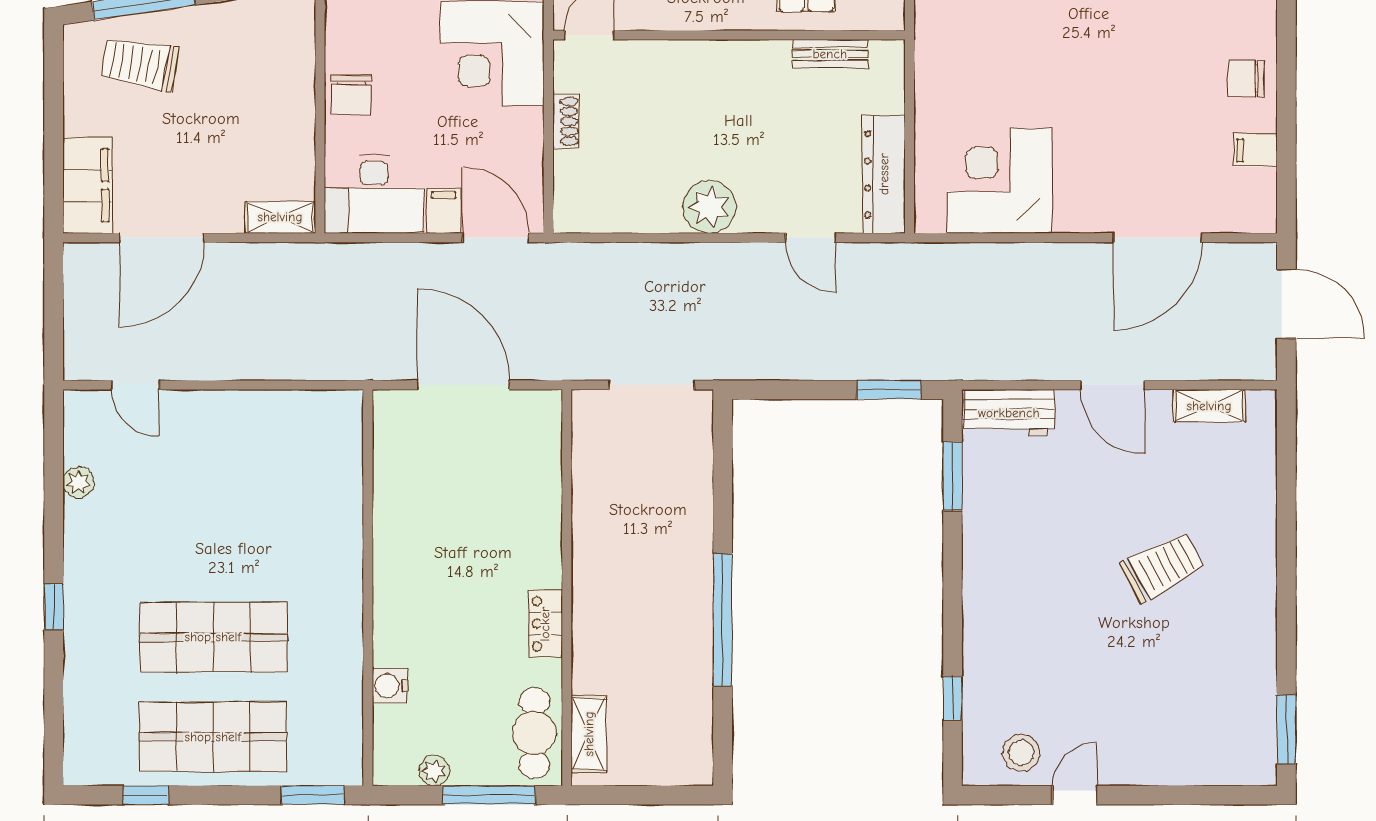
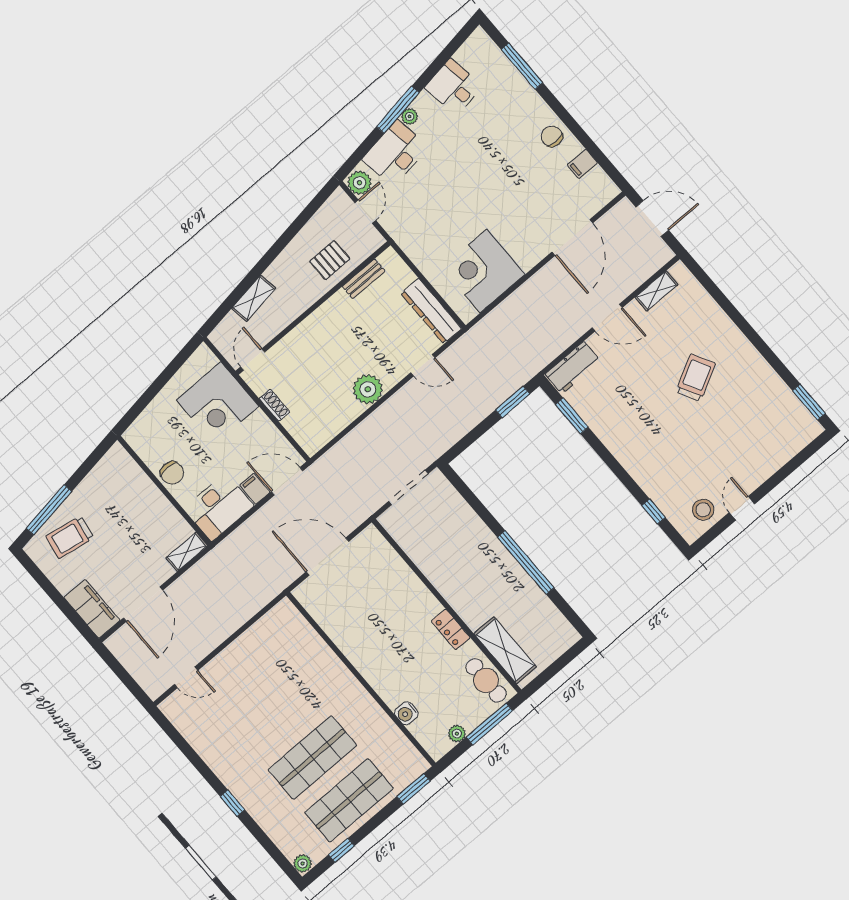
chair: (1246, 79) -> (552, 136), turned 90
plant: (79, 482) -> (303, 863), moved
shelving: (589, 734) -> (505, 650), width x1.50, depth x1.33

